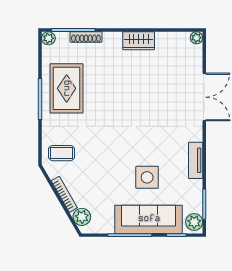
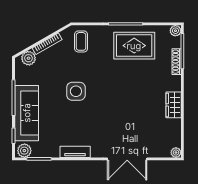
side table: (147, 177) -> (76, 91), moved

